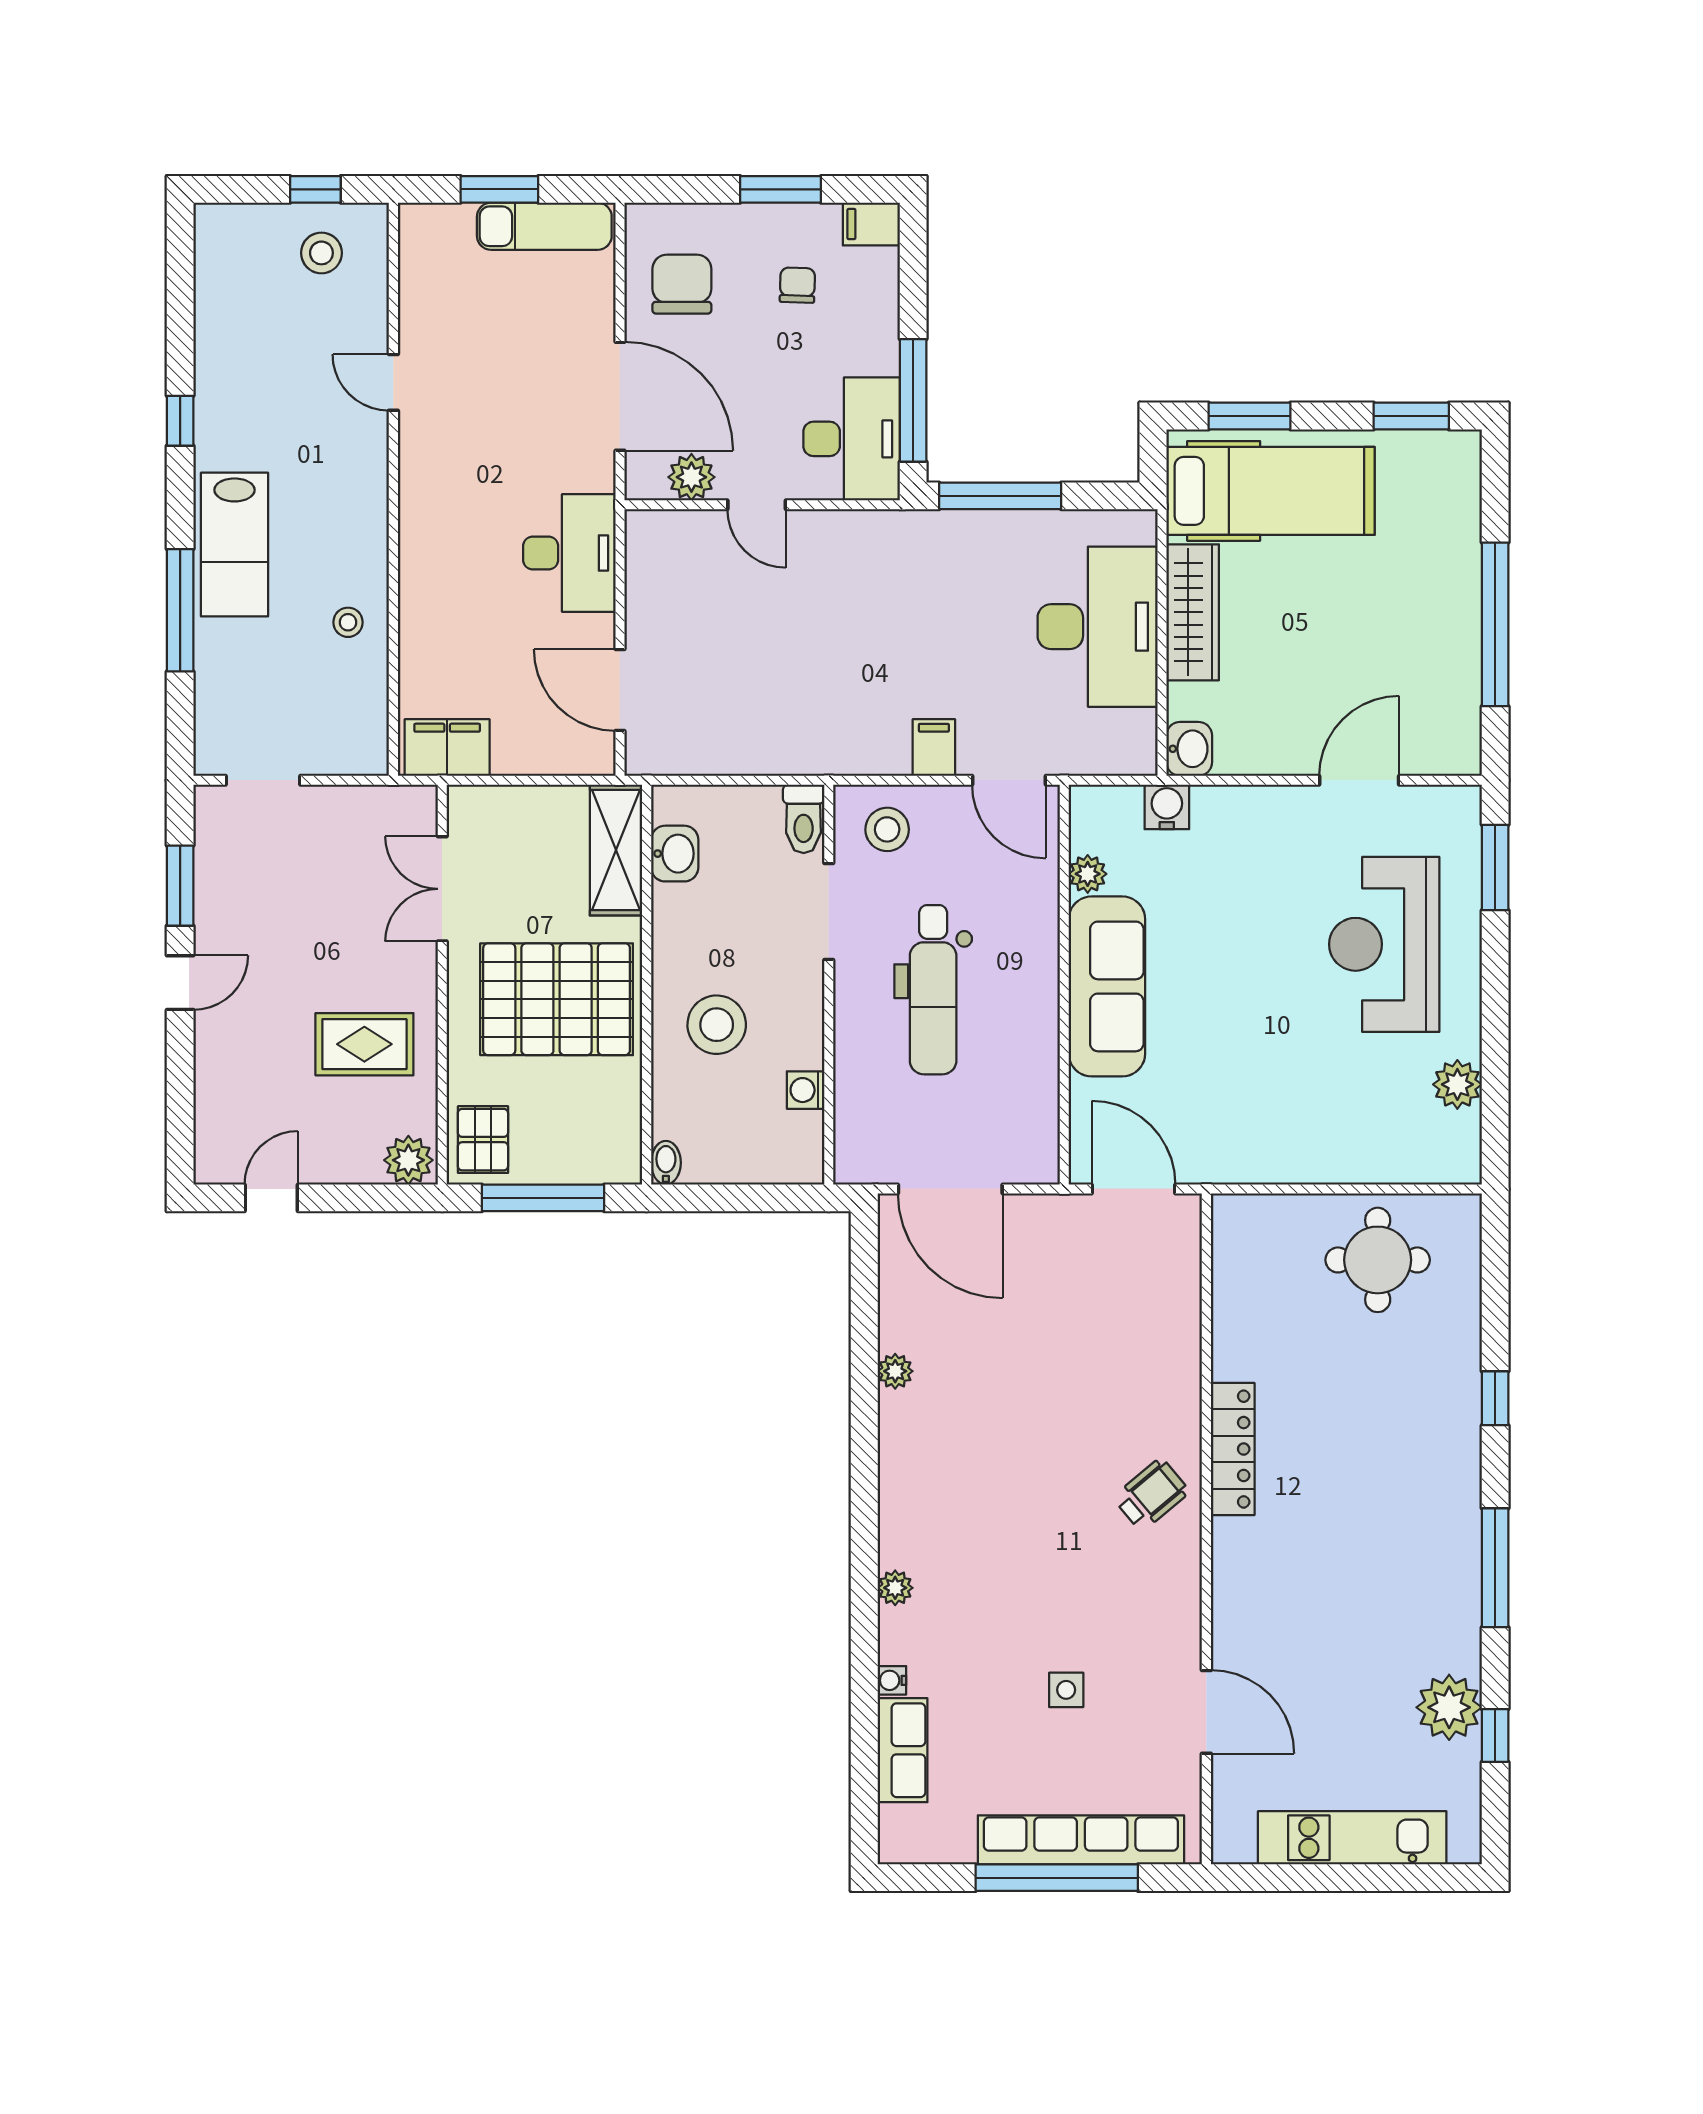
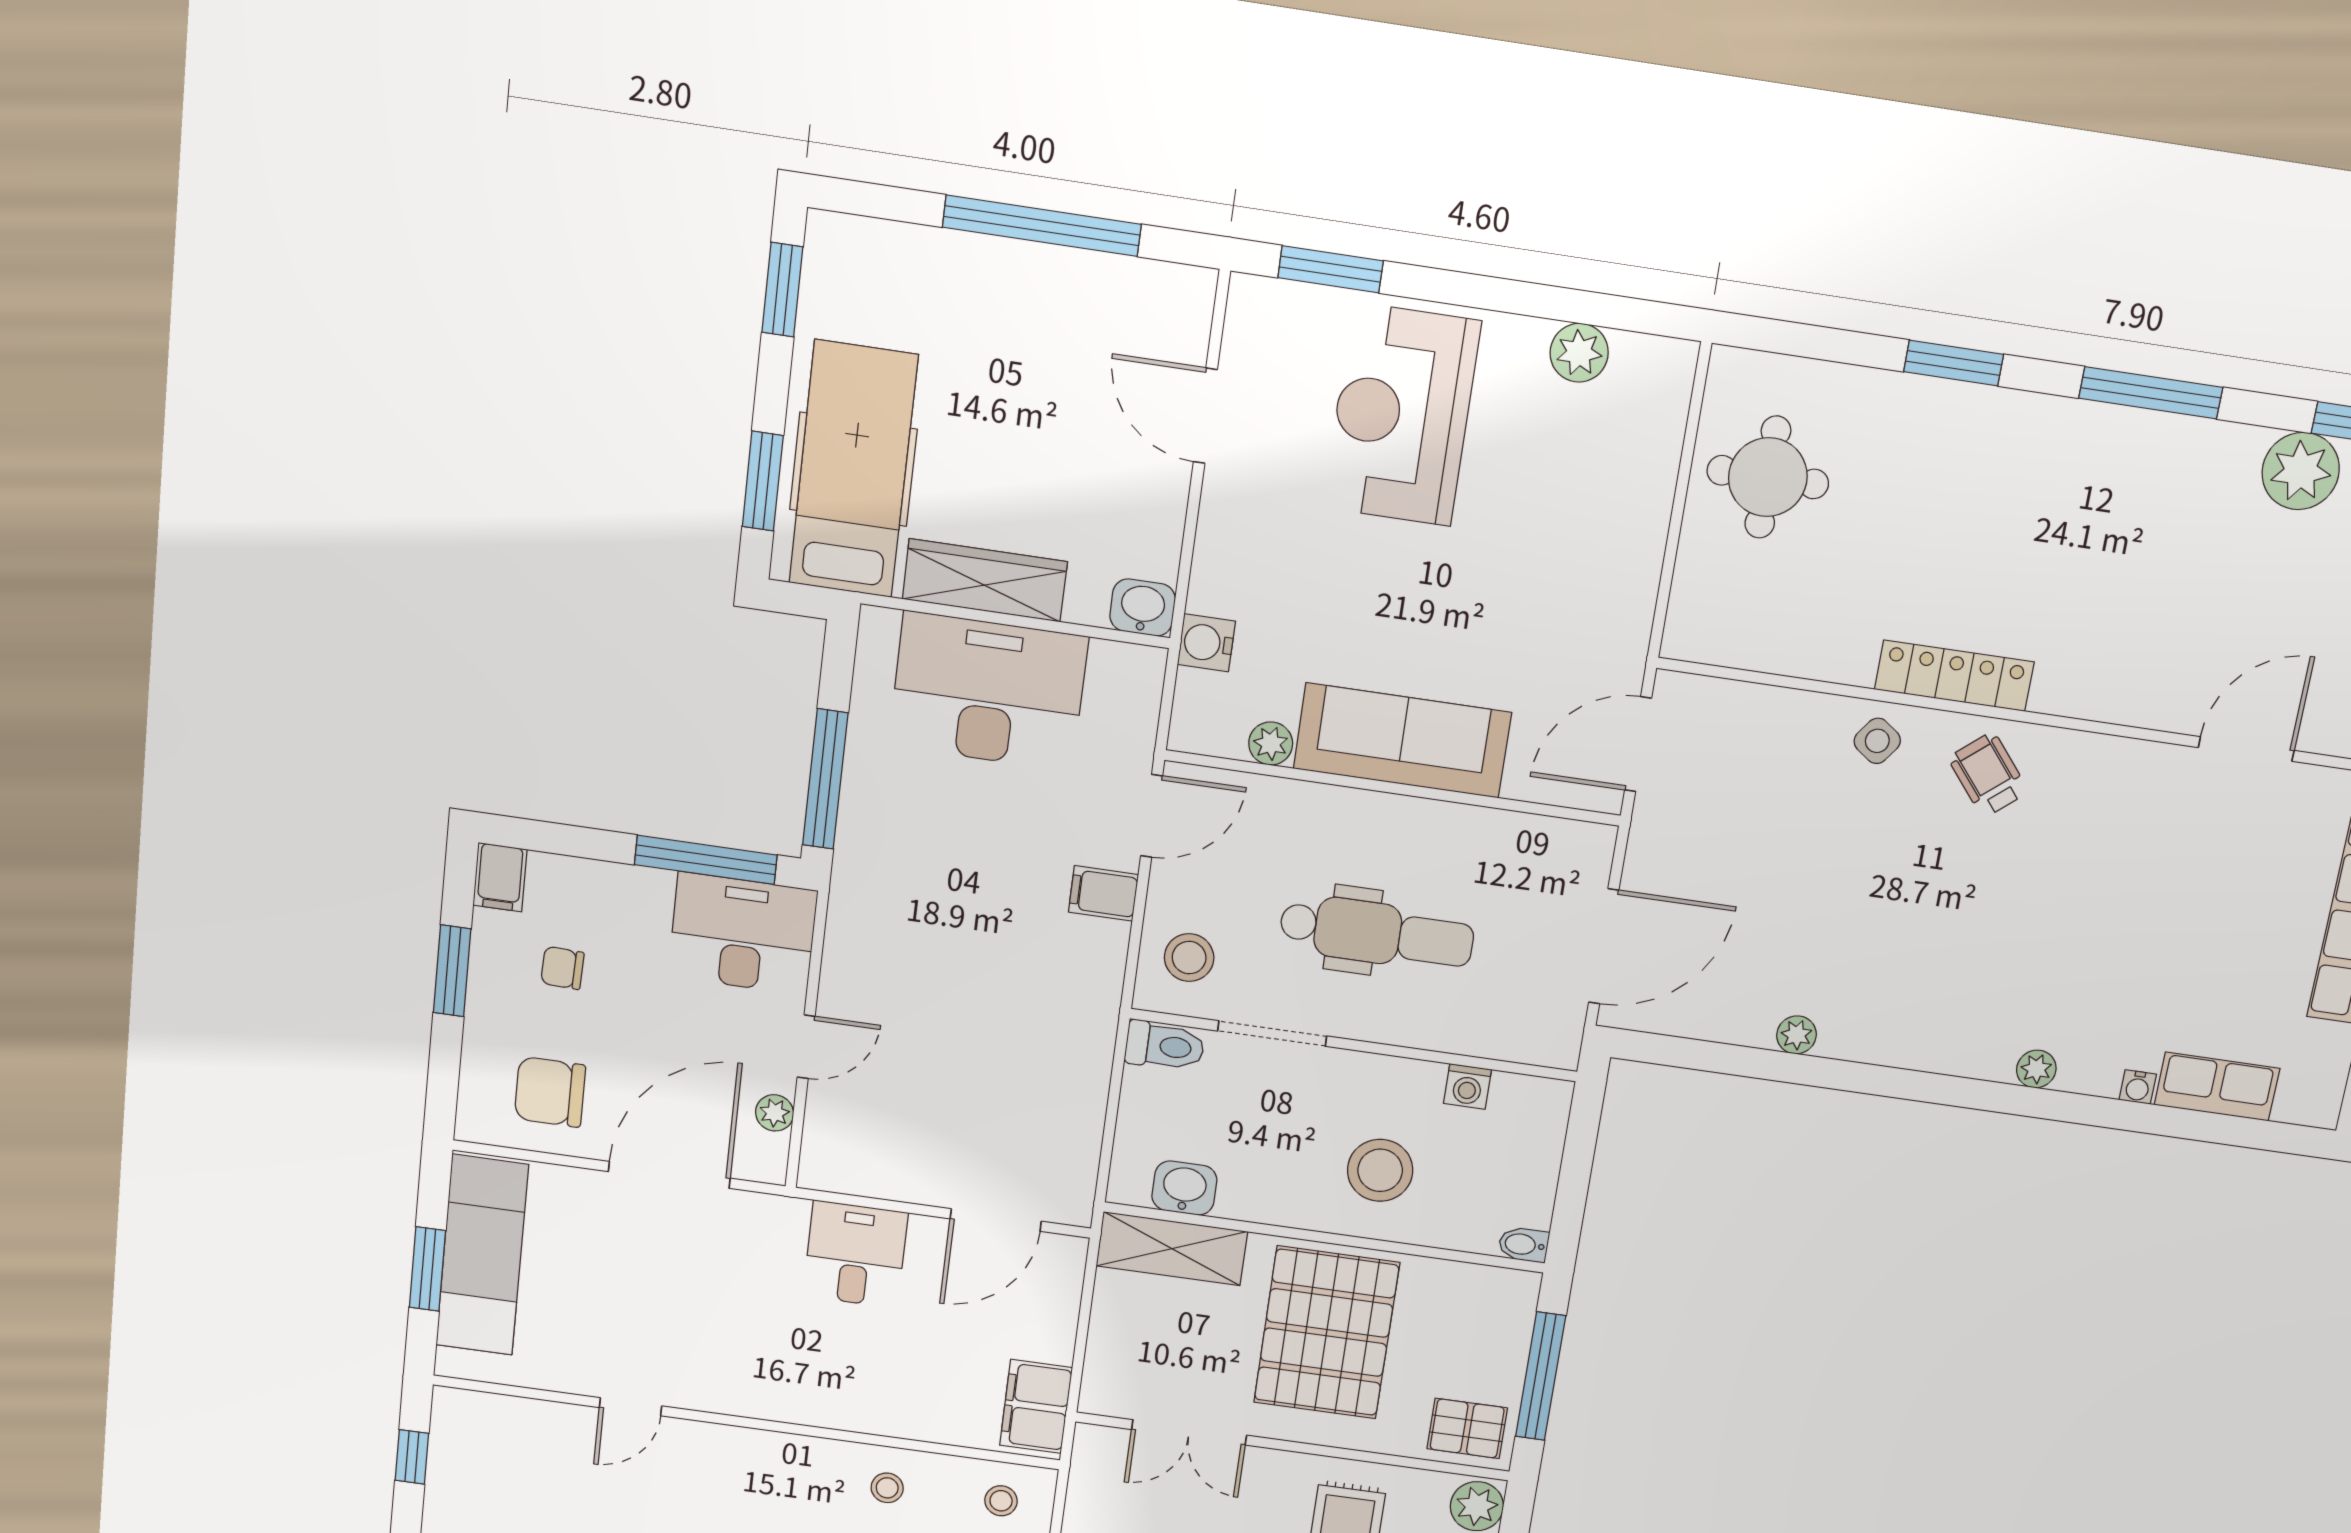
exam couch: (544, 226) -> (482, 1255), width x1.36, depth x1.45
stool: (321, 253) -> (1001, 1501), moved, width x0.73, depth x0.73
plant: (691, 477) -> (775, 1113), width x0.73, depth x0.73
desk: (569, 553) -> (855, 1254), width x0.73
reception desk: (1384, 944) -> (1402, 415), turned 90
window: (1495, 1398) -> (1954, 363), width x1.50
side table: (1066, 1690) -> (1877, 741), moved, turned 36

